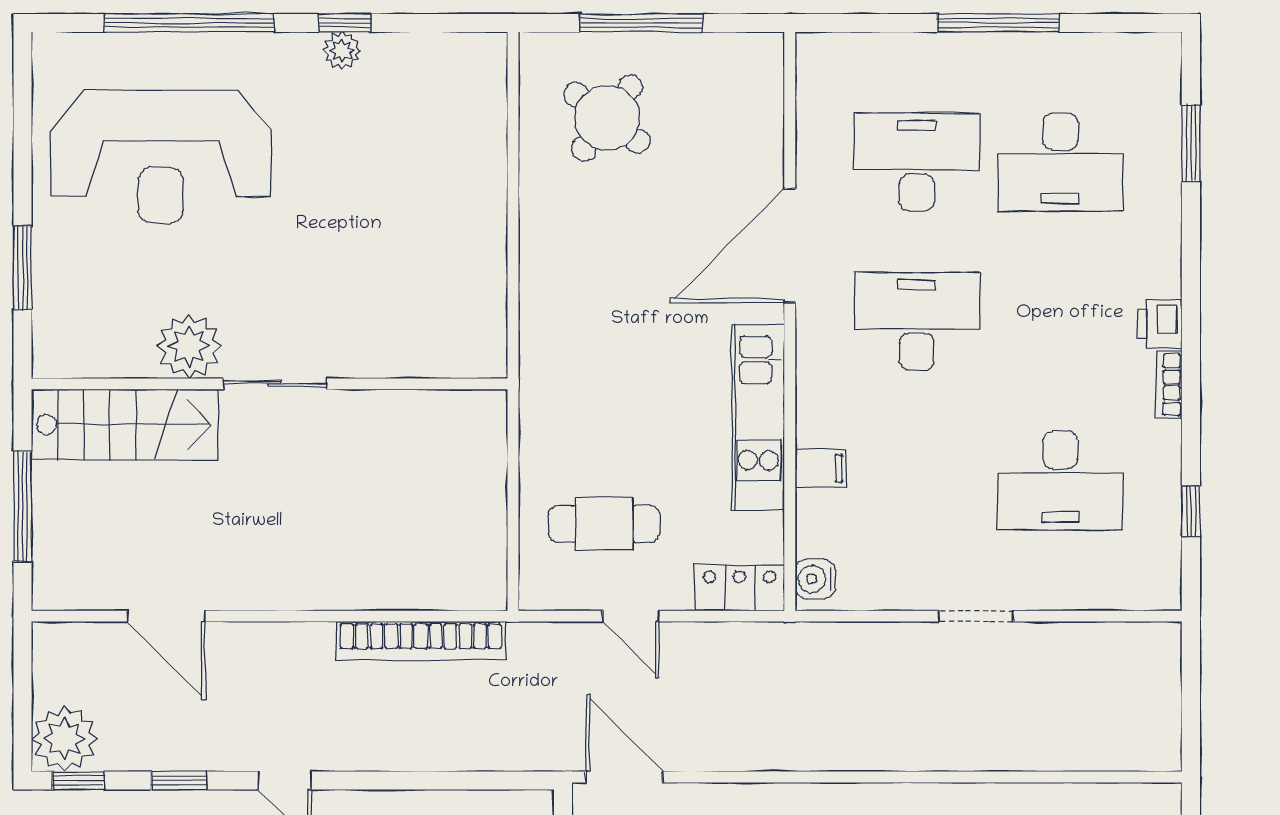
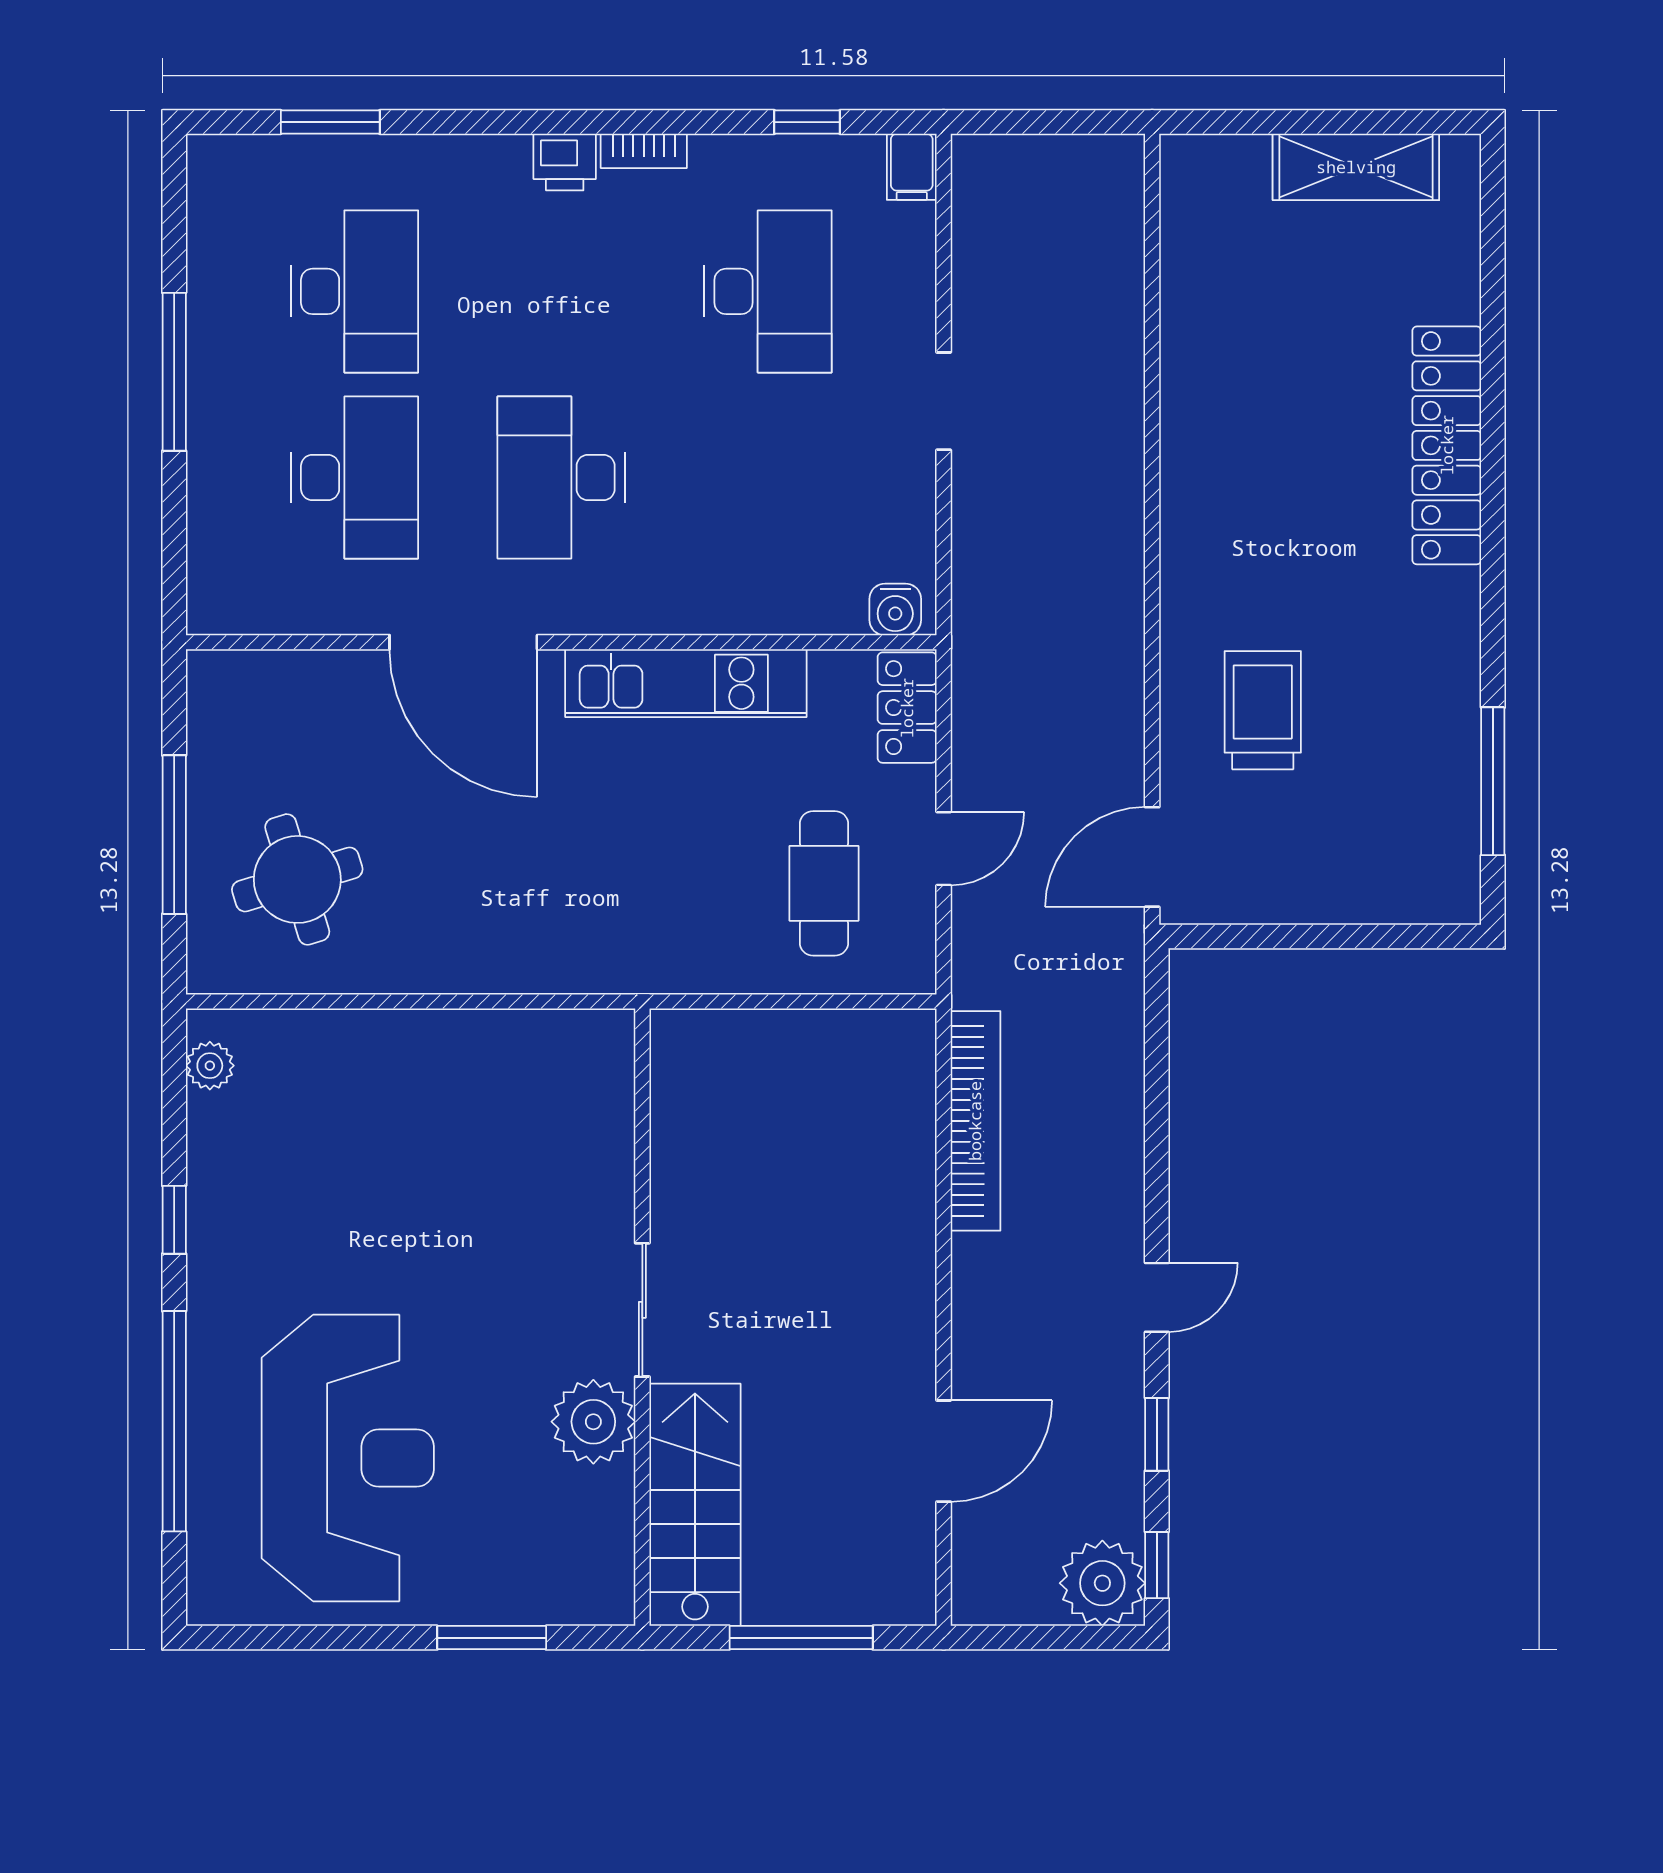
plant: (342, 50) -> (210, 1066), moved
round table: (607, 118) -> (297, 879), turned 36
desk: (917, 162) -> (354, 477), turned 180
filing cabinet: (821, 468) -> (912, 167), moved, turned 180

